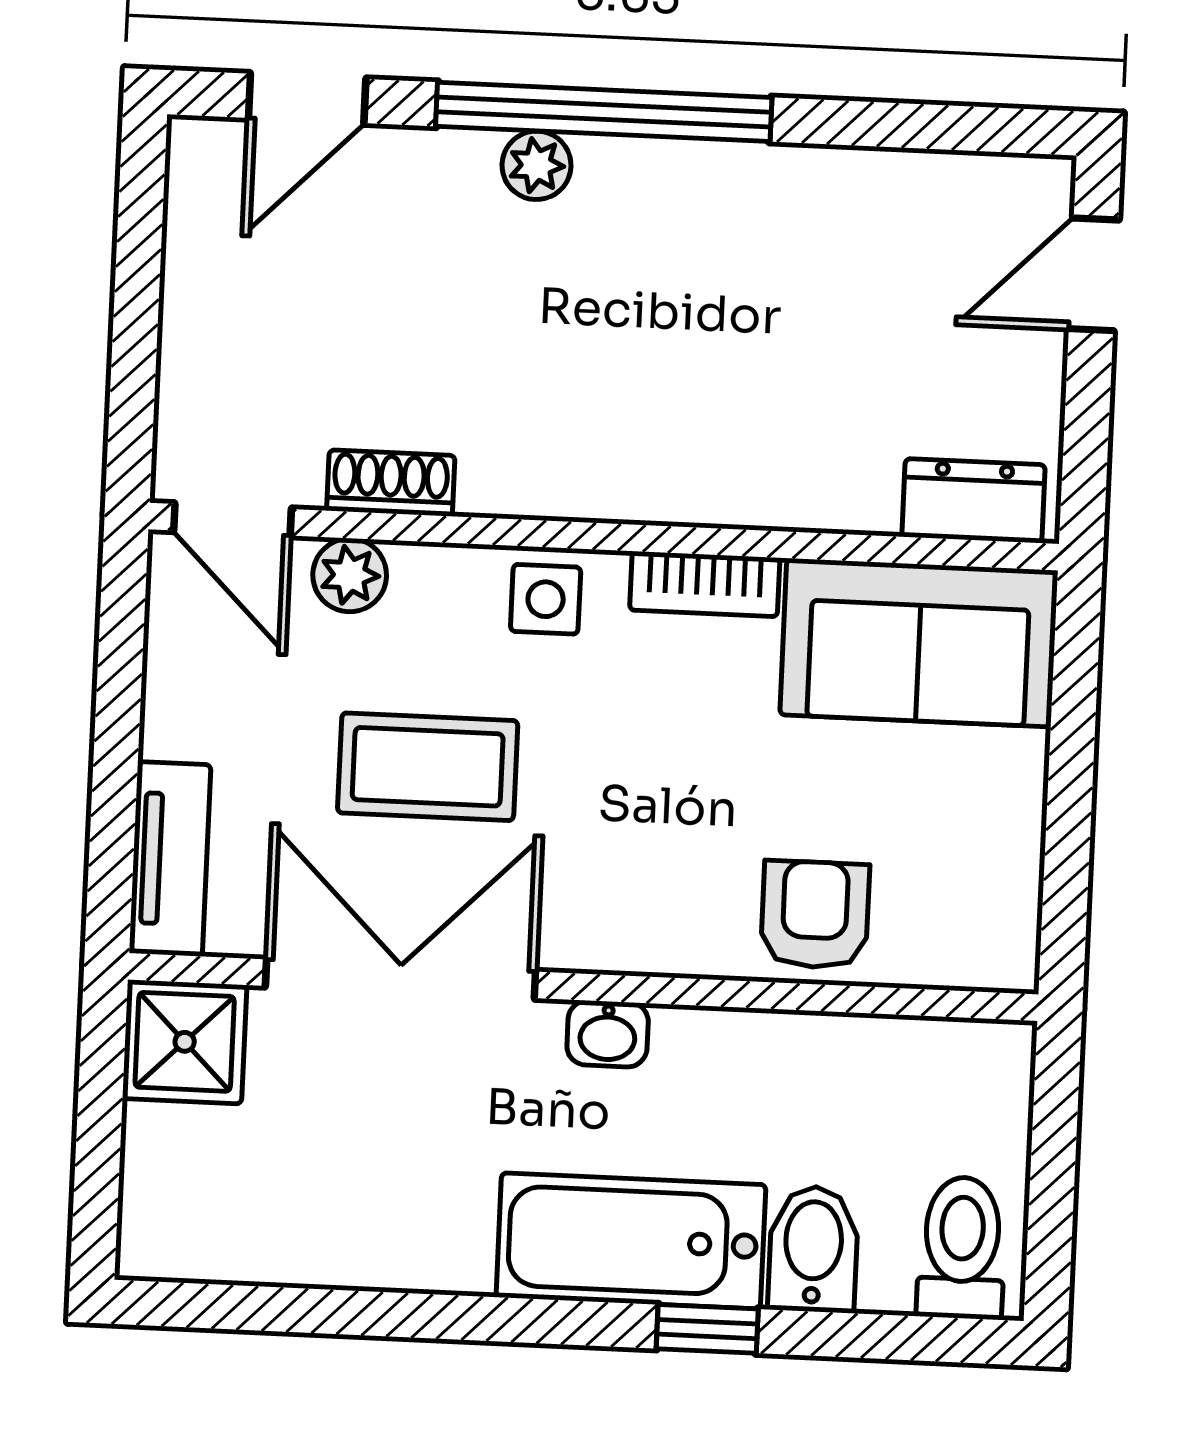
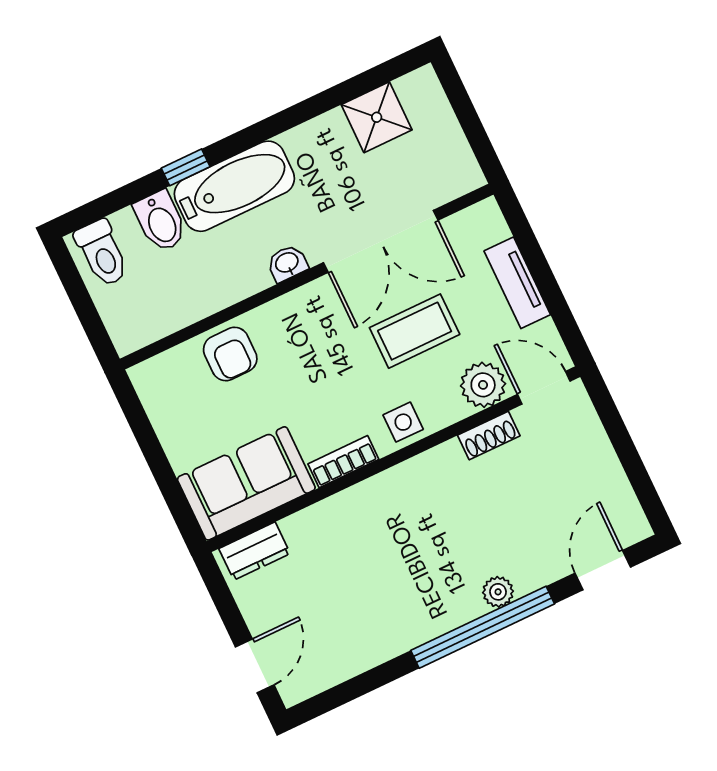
plant: (350, 575) -> (483, 385), width x1.38, depth x1.38
tv unit: (170, 859) -> (517, 283), moved
shower: (185, 1042) -> (377, 117), moved

